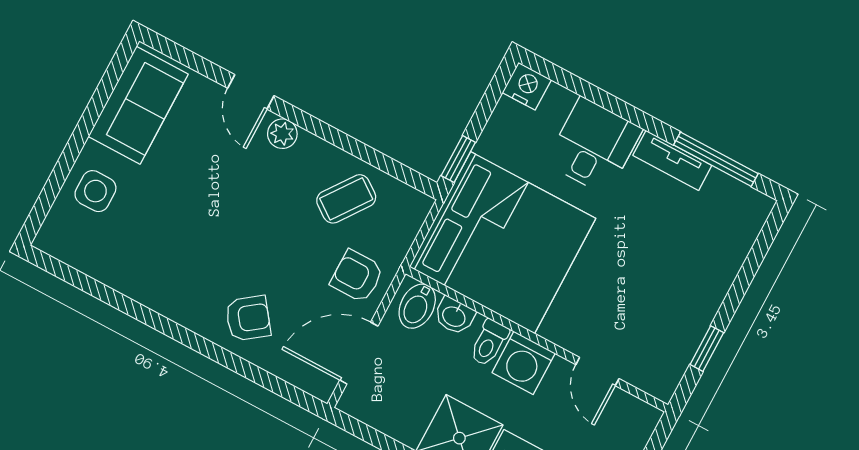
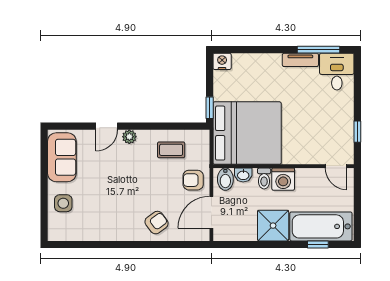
door: (251, 92) -> (107, 126), hinge flipped
desk: (594, 146) -> (337, 72), moved
coffee table: (346, 199) -> (171, 150), turned 54
door: (597, 372) -> (336, 166), moved

